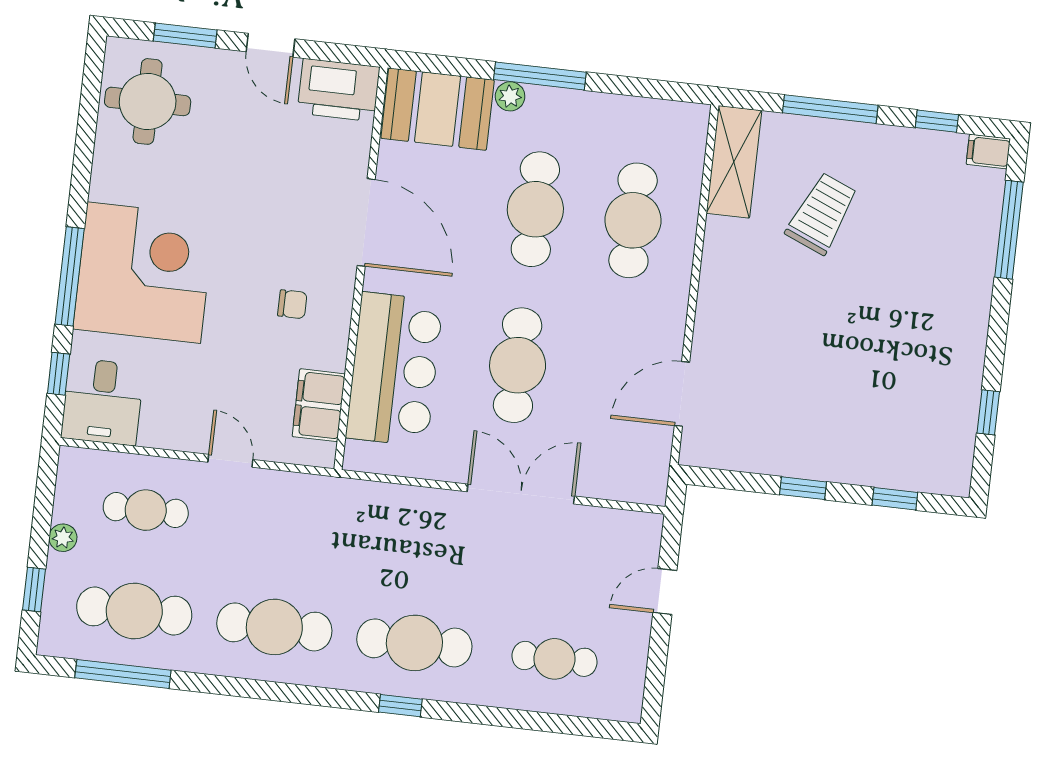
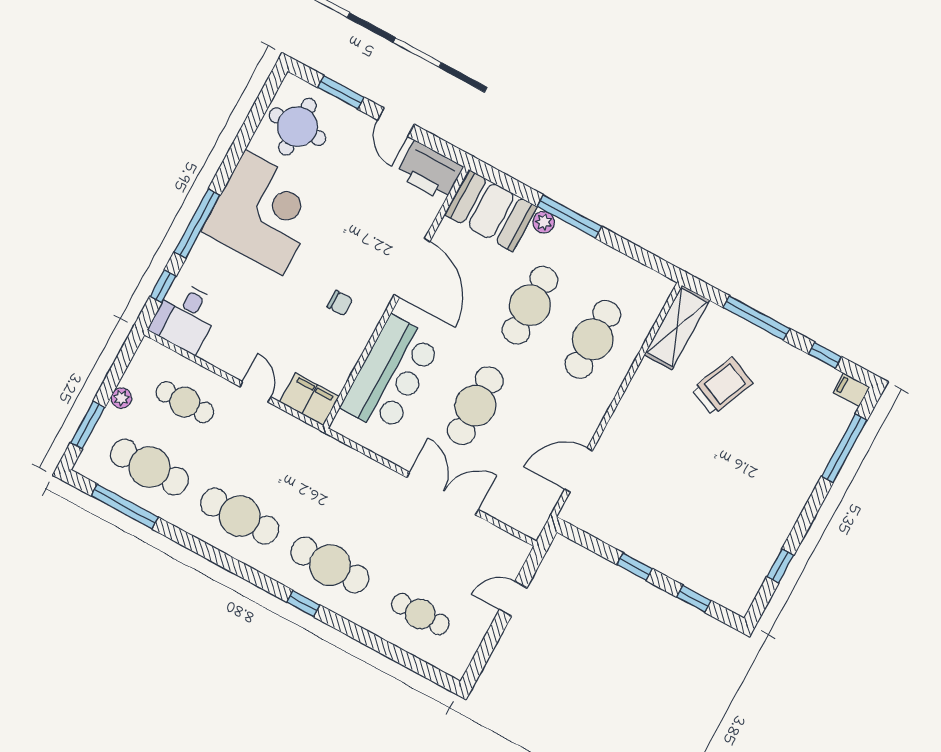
corner desk: (144, 273) -> (264, 213), moved
filing cabinet: (319, 405) -> (309, 399), moved, turned 90
window: (34, 589) -> (88, 425), width x1.50

